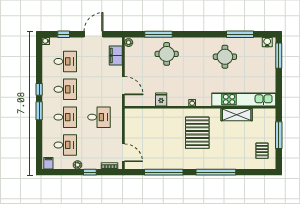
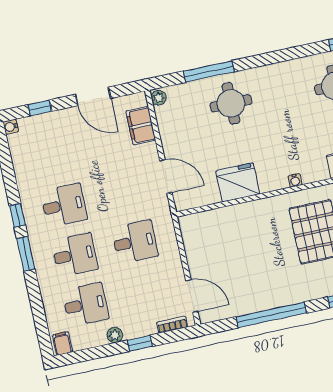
door: (94, 34) -> (93, 96), swing flipped
desk: (65, 61) -> (53, 156), removed
fridge: (161, 99) -> (238, 182), width x1.88, depth x1.34

